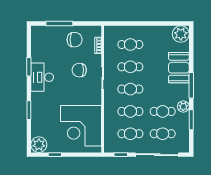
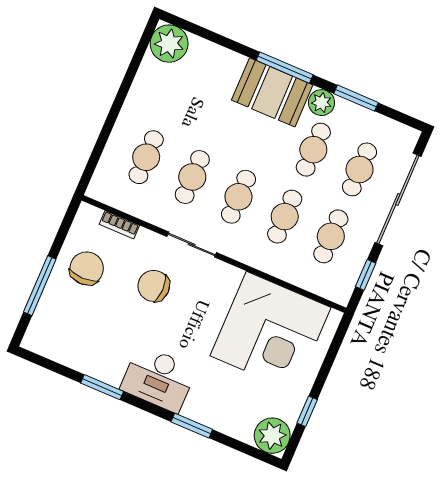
booth: (179, 68) -> (272, 92), moved
chair: (79, 70) -> (154, 286), turned 90
desk: (42, 77) -> (158, 379), moved

